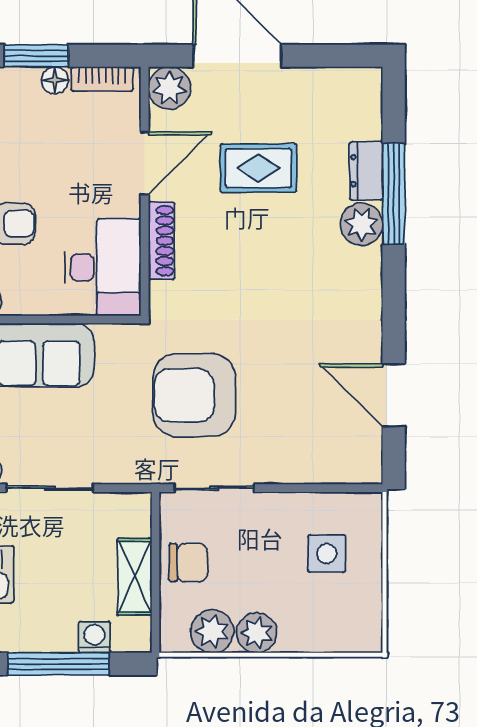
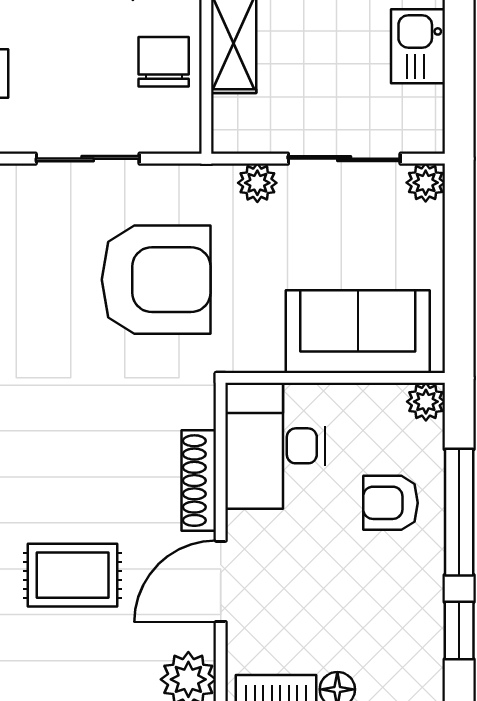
plant: (116, 470) -> (257, 183), added
sliding door: (214, 488) -> (88, 159), moved
chair: (188, 563) -> (164, 62), turned 90

